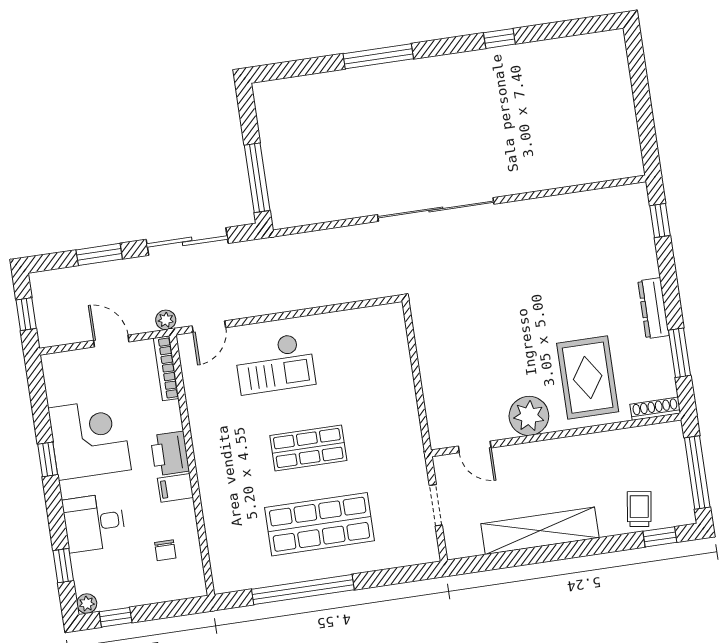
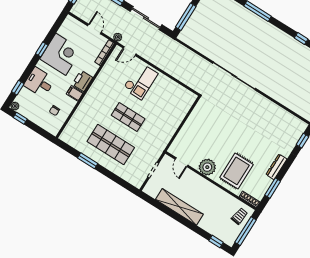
checkout: (275, 364) -> (140, 81), turned -90
trolley: (639, 509) -> (239, 216), moved
window: (303, 590) -> (88, 161), width x0.47

